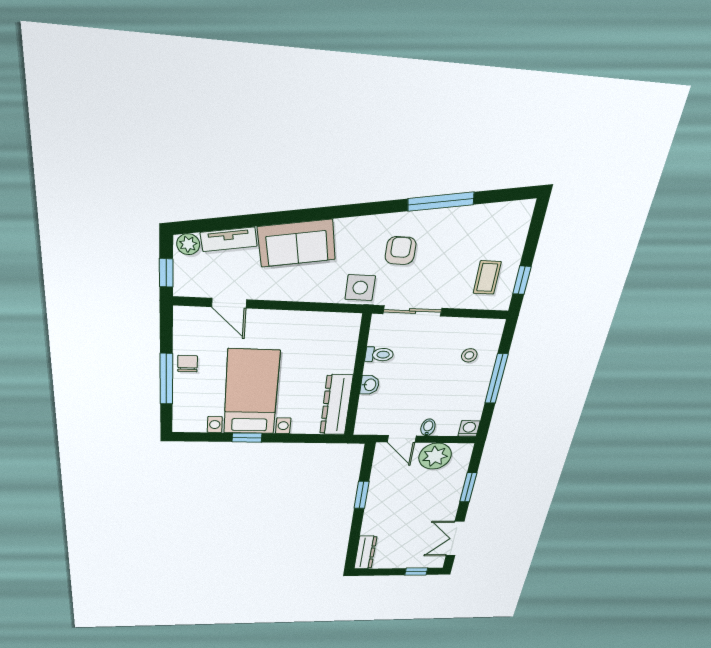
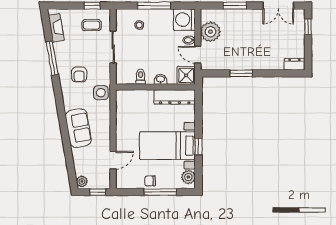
fireplace: (497, 213) -> (56, 28), added
tv unit: (229, 239) -> (78, 162), removed
armchair: (401, 251) -> (79, 74), turned -90
sliding door: (413, 311) -> (113, 47), moved
plant: (193, 422) -> (188, 177), added
shower: (370, 422) -> (186, 75), added
washing machine: (469, 429) -> (184, 20), width x1.89, depth x1.89
door: (402, 439) -> (198, 55), swing flipped
dresser: (365, 553) -> (294, 64), width x0.70

